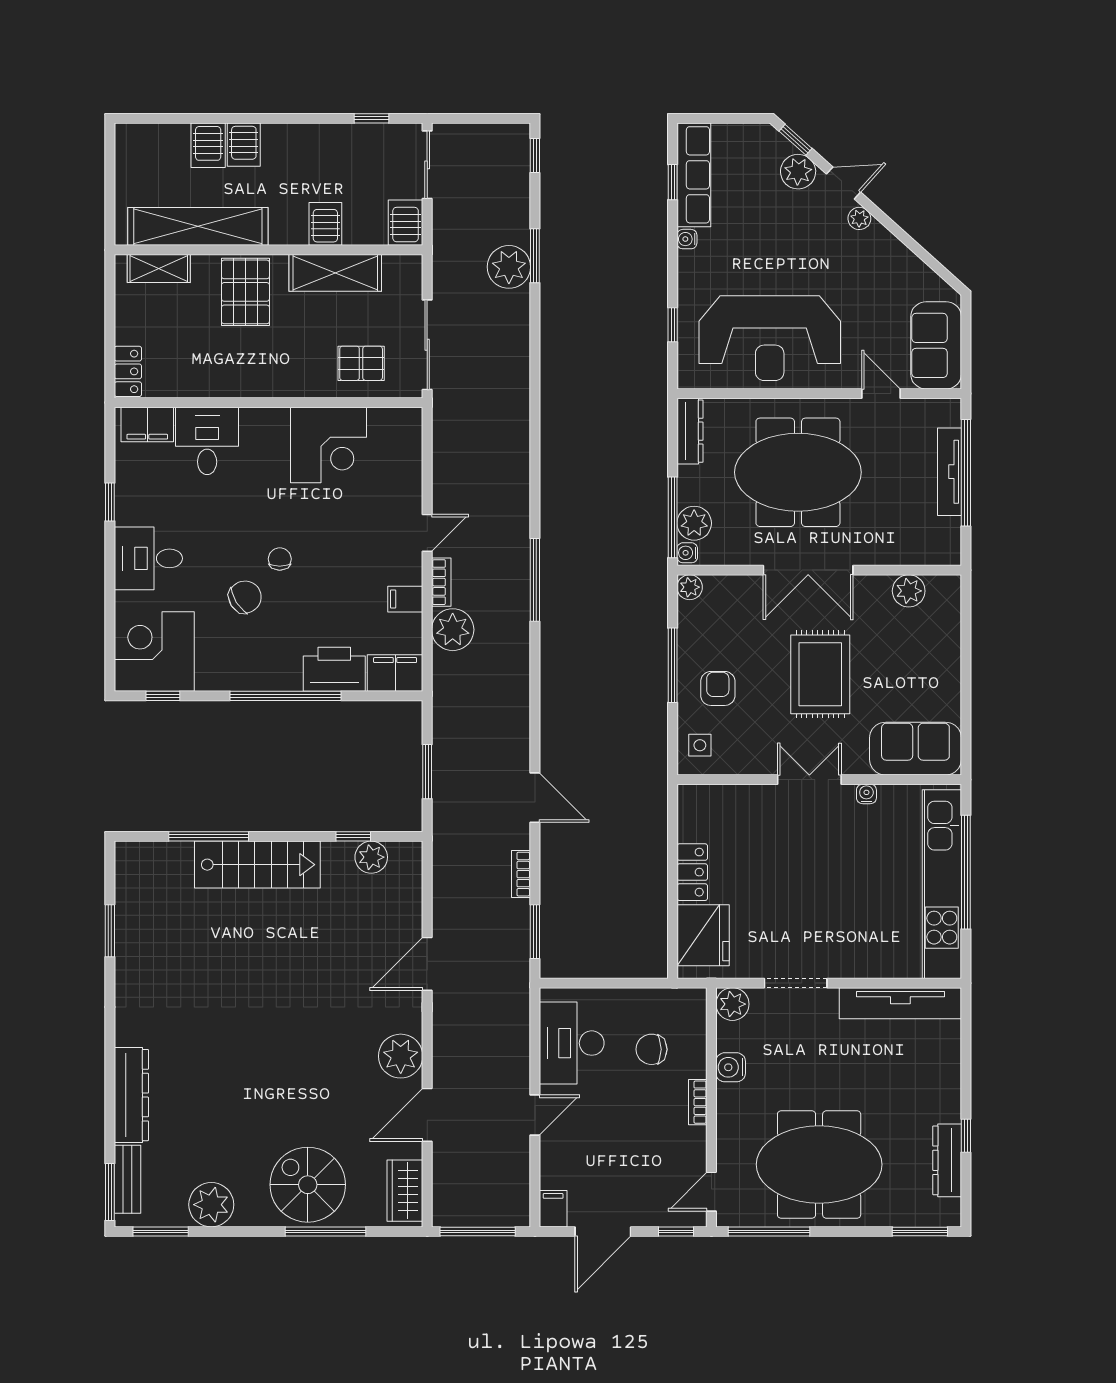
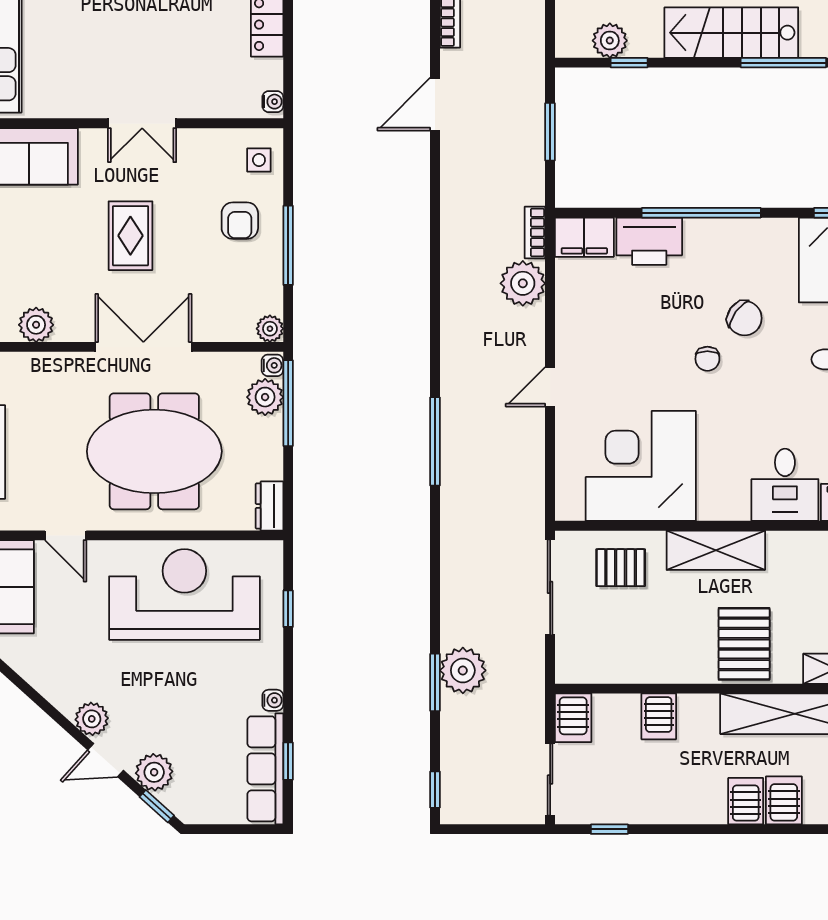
plant: (859, 218) -> (92, 719), width x1.38, depth x1.38
shelving: (335, 273) -> (716, 550), moved
dresser: (690, 431) -> (270, 506), width x0.70
corner desk: (329, 445) -> (641, 466), width x1.36, depth x1.36
window: (535, 580) -> (435, 441), moved
bookcase: (441, 582) -> (535, 232), moved
chair: (245, 597) -> (745, 318), turned -112
filing cabinet: (405, 599) -> (573, 316), removed
rug: (820, 674) -> (130, 236), width x0.73, depth x0.70
water cooler: (866, 794) -> (273, 102), moved, turned -90
door: (535, 798) -> (435, 104), hinge flipped

